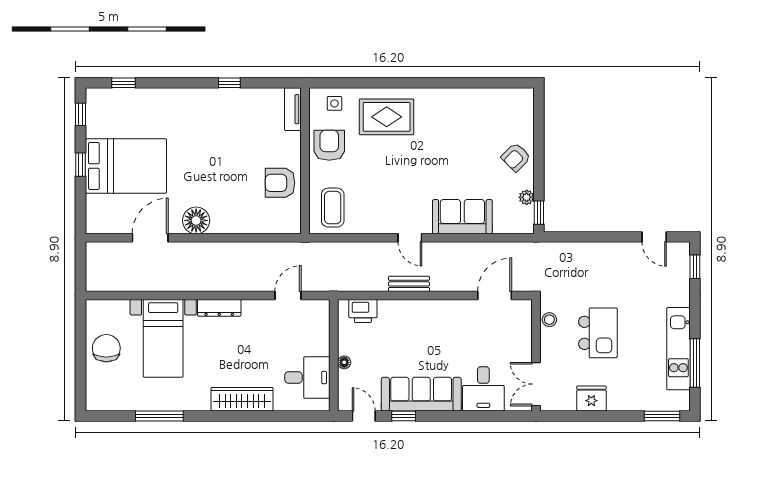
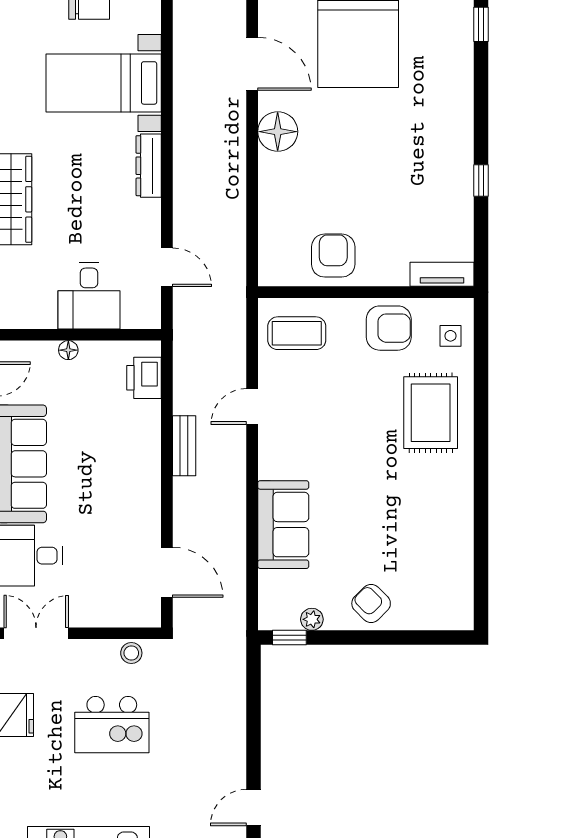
door: (410, 238) -> (252, 406), moved
desk: (307, 378) -> (89, 296), moved

